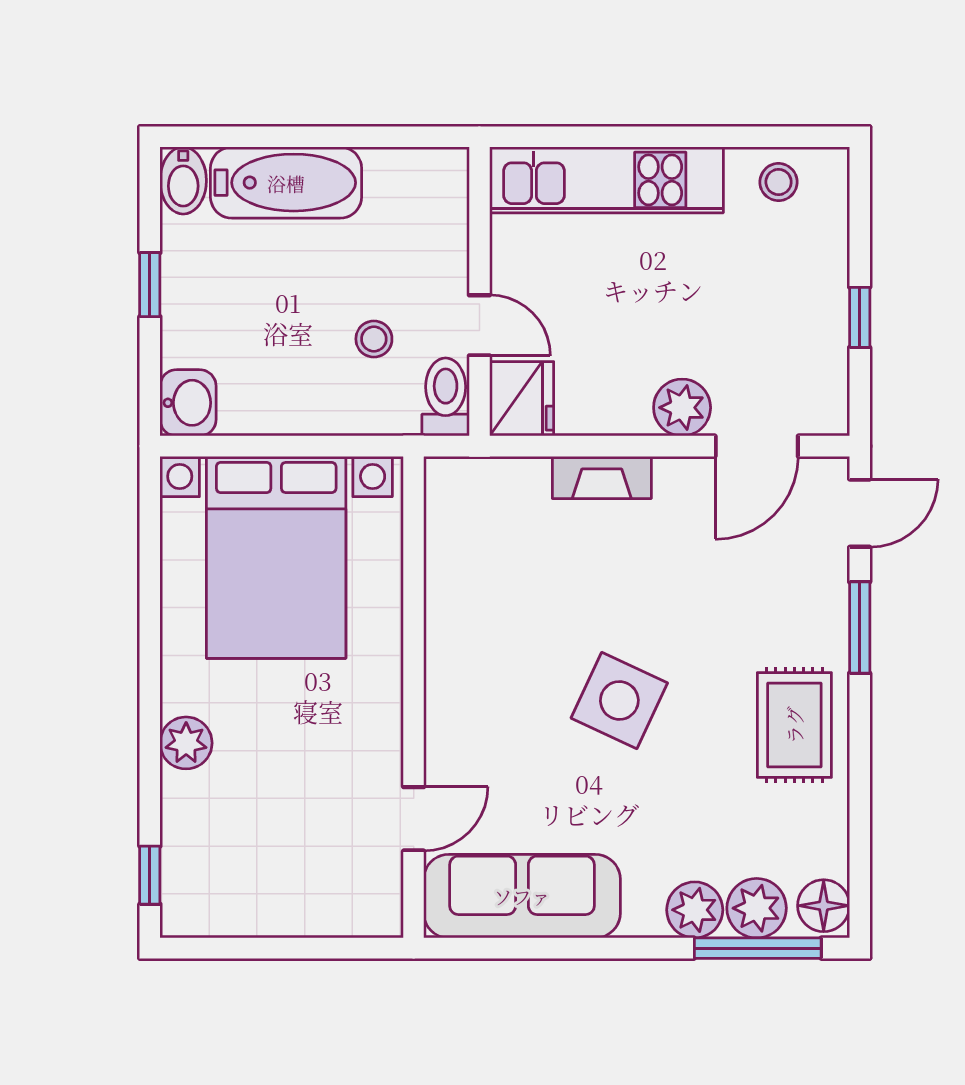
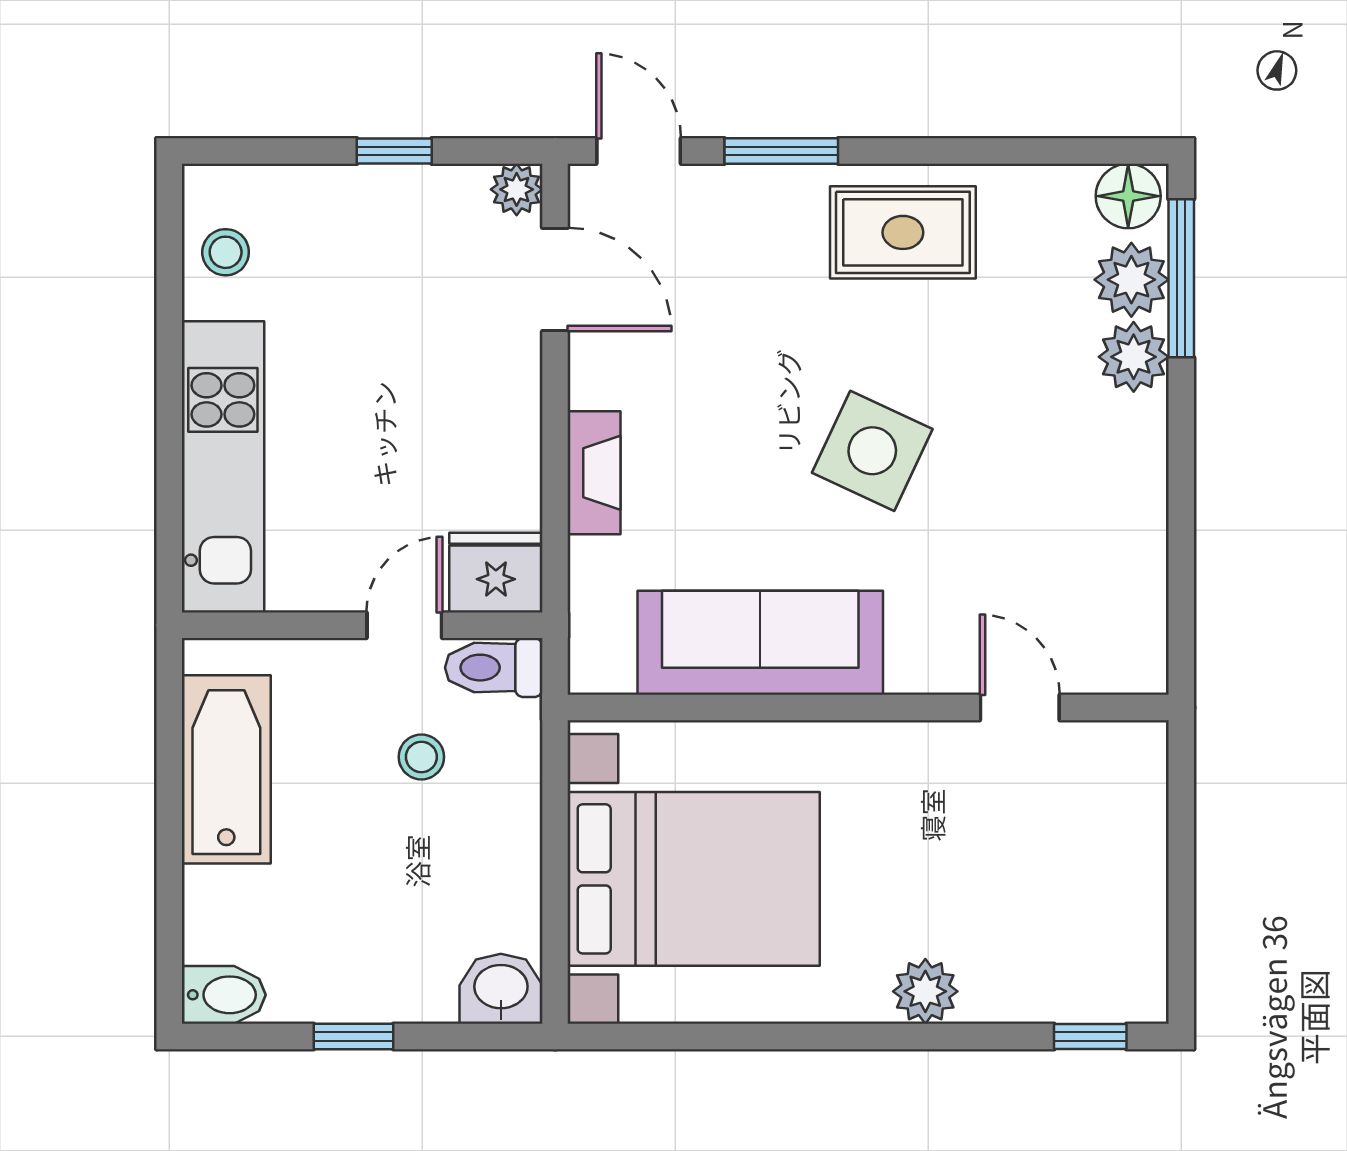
bathtub: (286, 183) -> (226, 769), moved
plant: (682, 408) -> (517, 189), moved, width x0.73, depth x0.73
sofa: (522, 896) -> (760, 643), moved, turned 90

